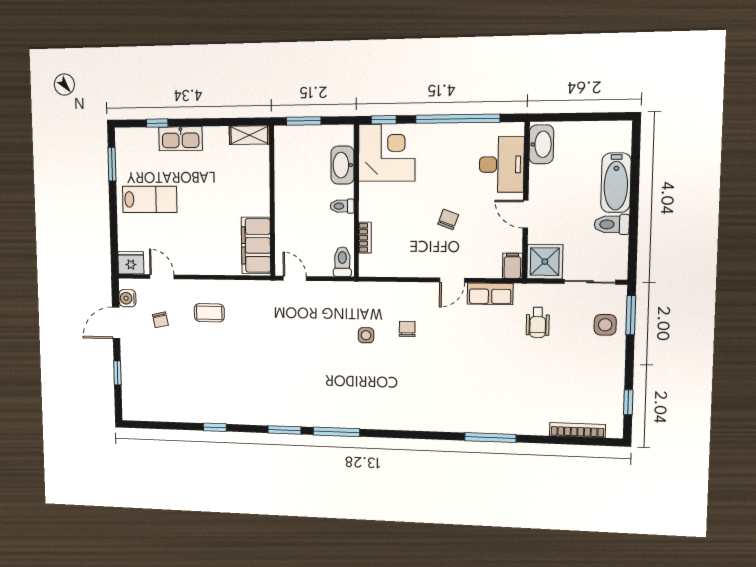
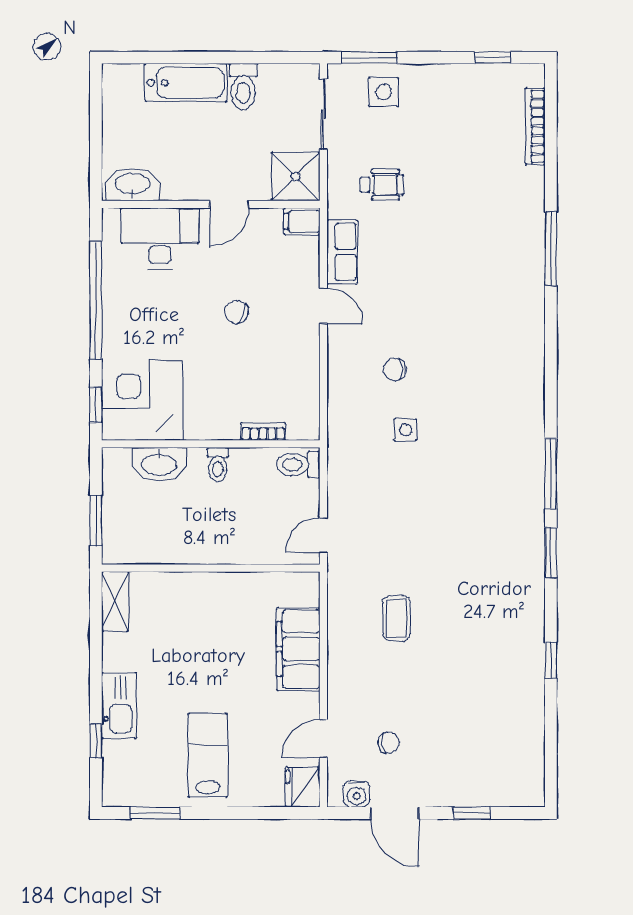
filing cabinet: (256, 245) -> (298, 649), moved, turned 90
coffee table: (209, 313) -> (396, 618), moved

